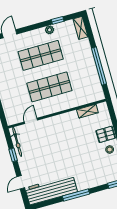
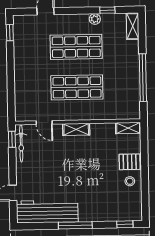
shelving: (87, 111) -> (128, 128), moved
shelving: (57, 120) -> (76, 129), added
door: (31, 121) -> (44, 122), swing flipped
window: (13, 155) -> (12, 139), moved

